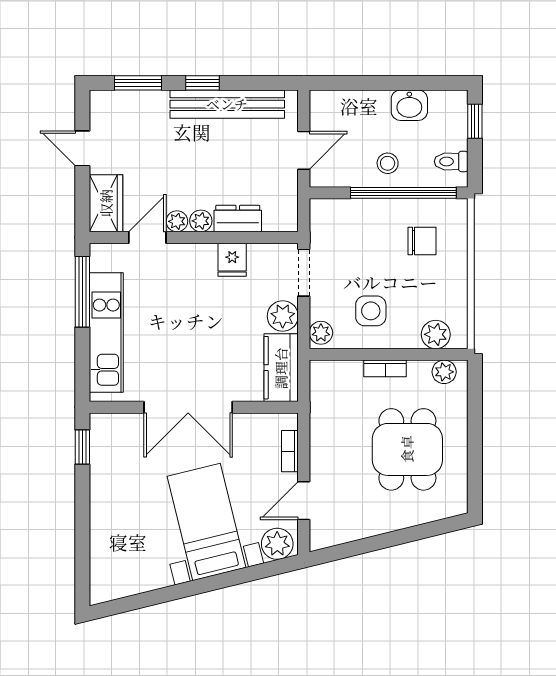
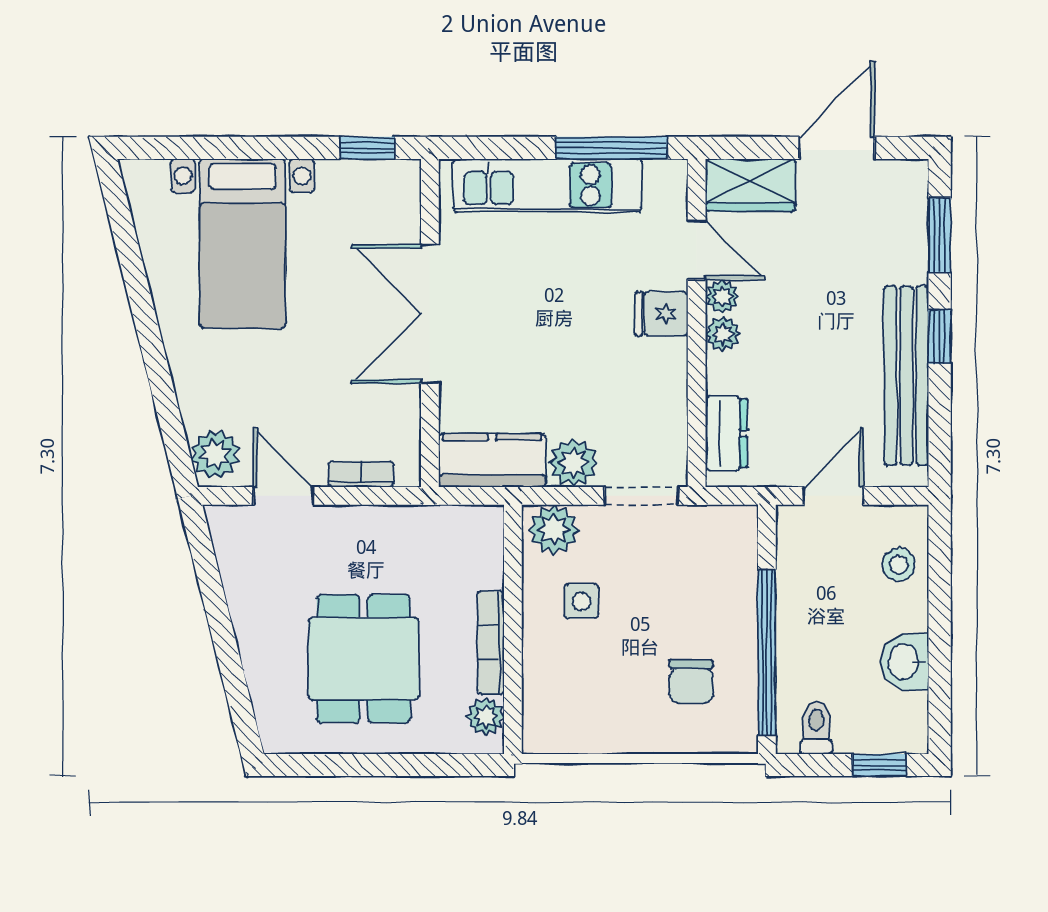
door: (82, 148) -> (837, 148), width x1.38
door: (304, 150) -> (834, 496), swing flipped
stool: (388, 163) -> (899, 564), moved
dresser: (238, 219) -> (726, 433), moved
fridge: (232, 260) -> (662, 314), moved
side table: (371, 311) -> (581, 601), width x0.73, depth x0.73
plant: (321, 333) -> (554, 530), width x1.38, depth x1.38
plant: (436, 334) -> (544, 703), removed
bookcase: (385, 368) -> (491, 642), width x1.56
dining table: (407, 449) -> (364, 659), turned 90
bed with nightstands: (206, 522) -> (242, 244), moved, turned 104

